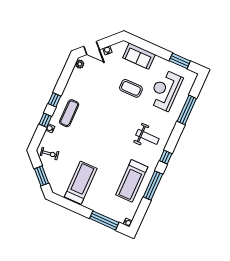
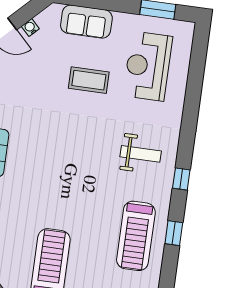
window: (187, 110) -> (194, 89), removed
window: (153, 185) -> (174, 233), width x0.46

